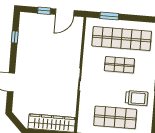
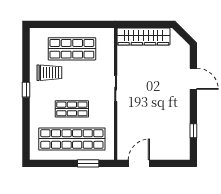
window: (44, 11) -> (163, 163), removed
trolley: (137, 98) -> (49, 73), turned 180

